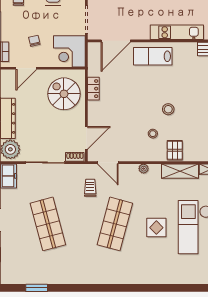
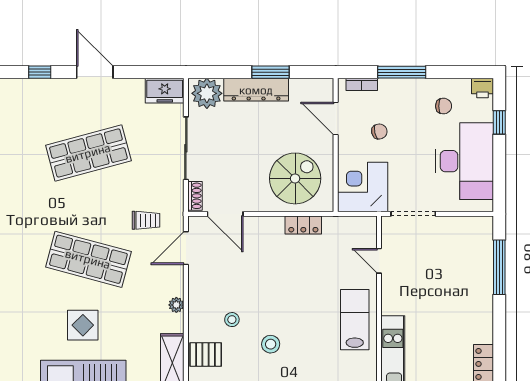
door: (116, 41) -> (379, 261), width x0.53

